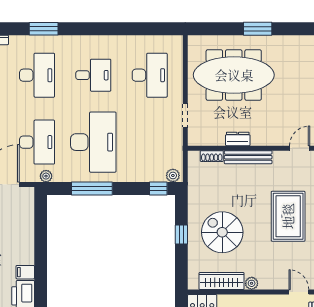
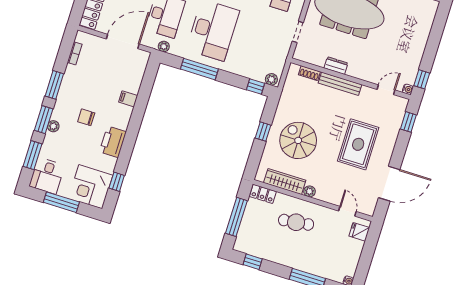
filing cabinet: (25, 272) -> (128, 99), moved

